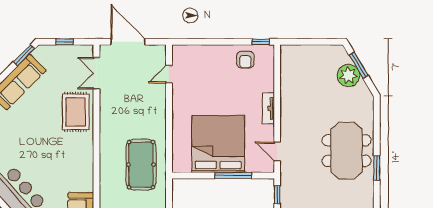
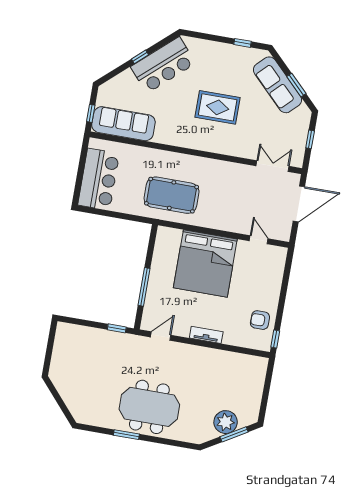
window: (24, 55) -> (296, 85), moved
rug: (76, 112) -> (218, 107), moved
bed: (218, 144) -> (205, 263), moved, turned 90

